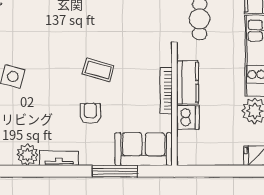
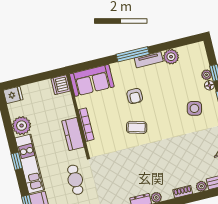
dishwasher: (188, 117) -> (61, 85), moved
window: (115, 171) -> (133, 54), moved

